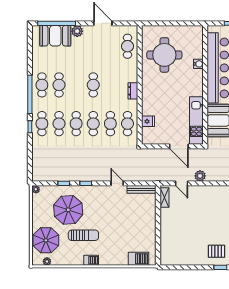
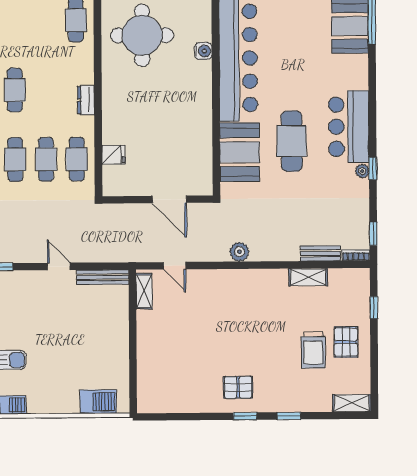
kitchen unit: (196, 121) -> (200, 153), removed
plant: (200, 176) -> (239, 252), moved

